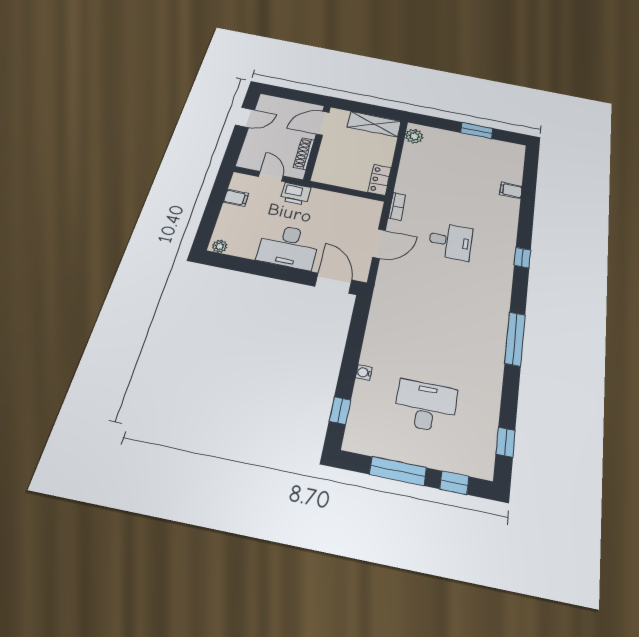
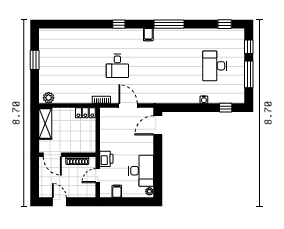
filing cabinet: (511, 190) -> (148, 35), moved
desk: (450, 241) -> (117, 66), turned 180
desk: (288, 247) -> (141, 171), moved

